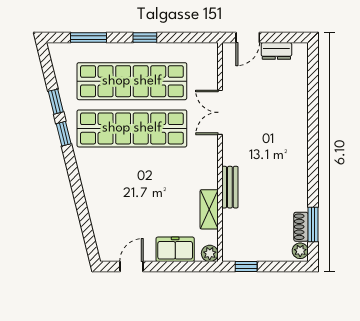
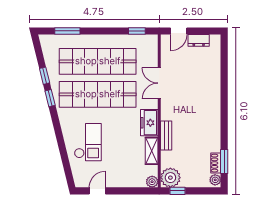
window: (145, 38) -> (137, 31), moved
checkout: (118, 197) -> (88, 142), added
plant: (236, 248) -> (170, 178), added
freezer: (175, 249) -> (149, 123), moved, turned -90

